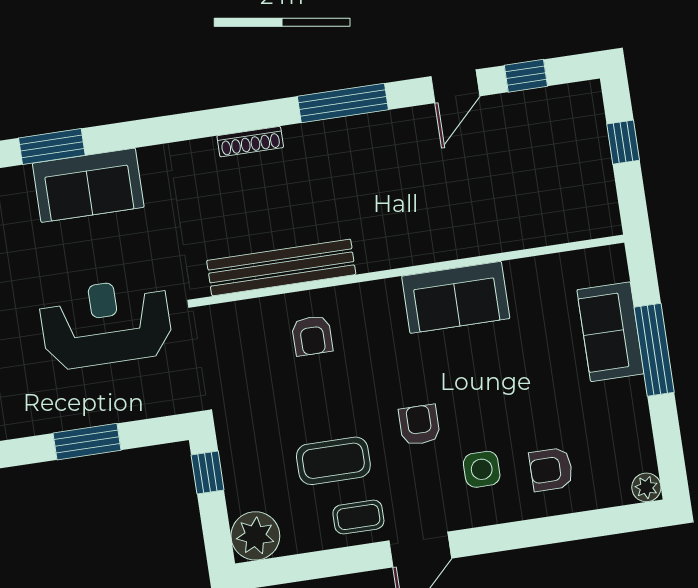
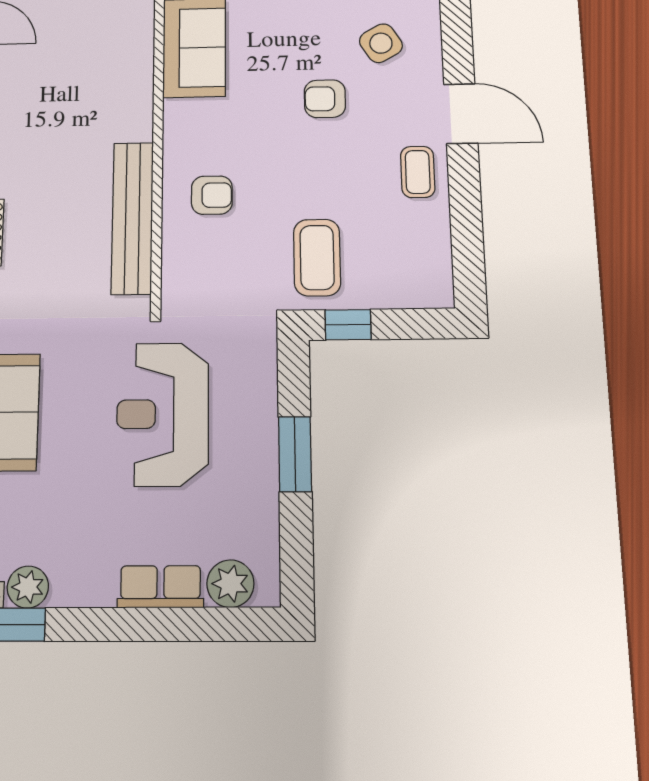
coffee table: (333, 461) -> (317, 257), moved
side table: (482, 469) -> (381, 43), turned -31
plant: (255, 536) -> (426, 282), removed

